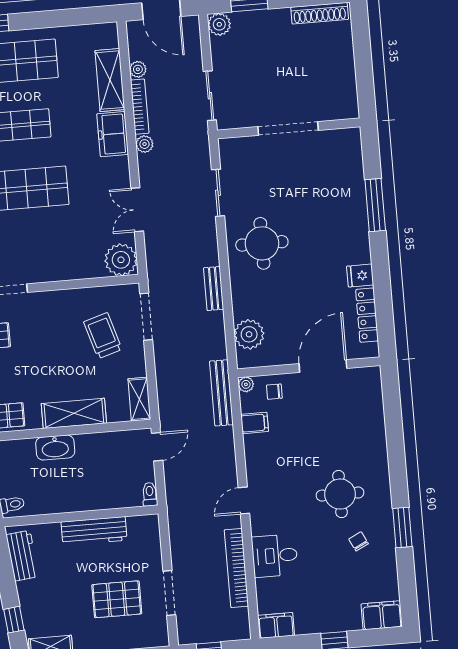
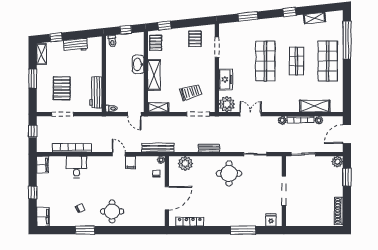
freezer: (113, 134) -> (226, 79), moved, turned 90
fridge: (360, 276) -> (271, 220), moved
door: (323, 366) -> (167, 198), hinge flipped
filing cabinet: (255, 423) -> (131, 163), moved
round table: (340, 494) -> (112, 211), moved
door: (244, 500) -> (119, 154), moved
workbench: (94, 531) -> (96, 92), moved
workbench: (22, 556) -> (76, 45), moved

